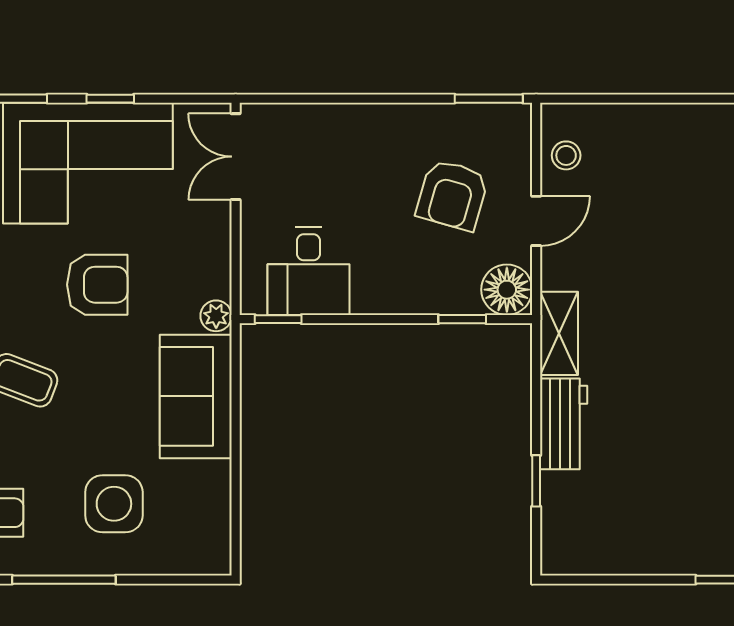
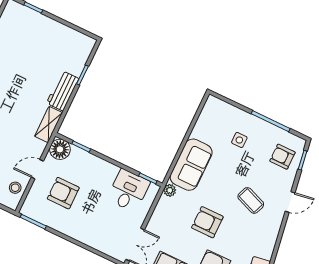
armchair: (452, 195) -> (63, 193), turned -106
side table: (114, 504) -> (239, 140), width x0.54, depth x0.54

